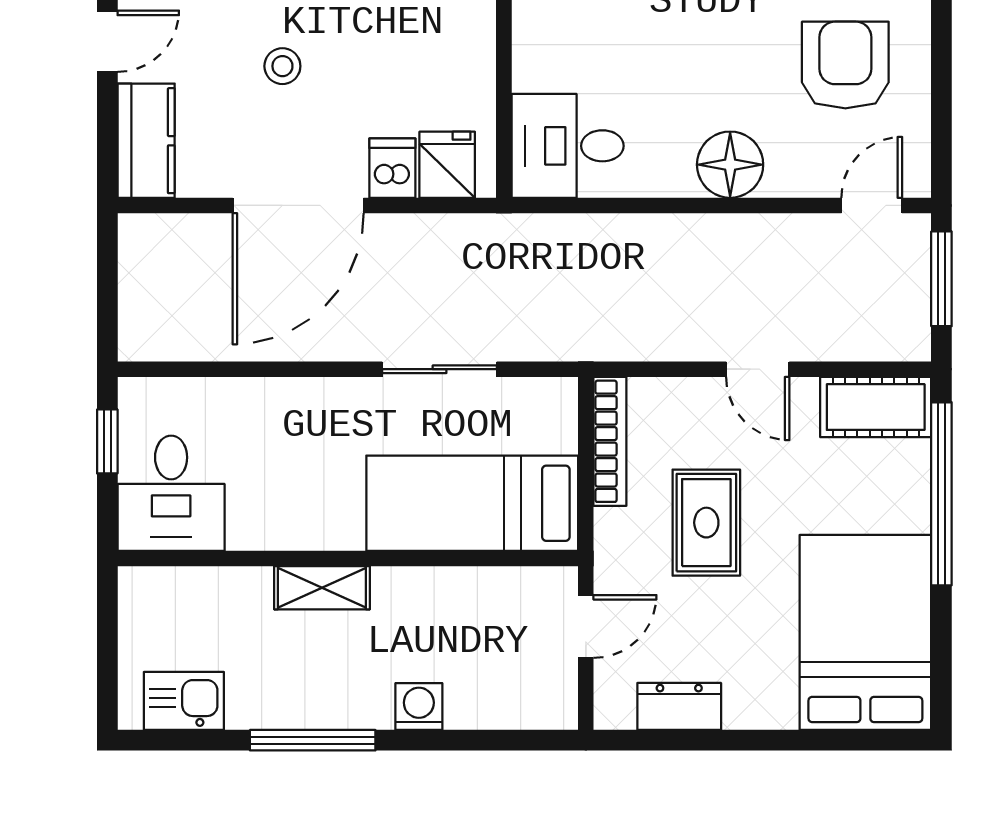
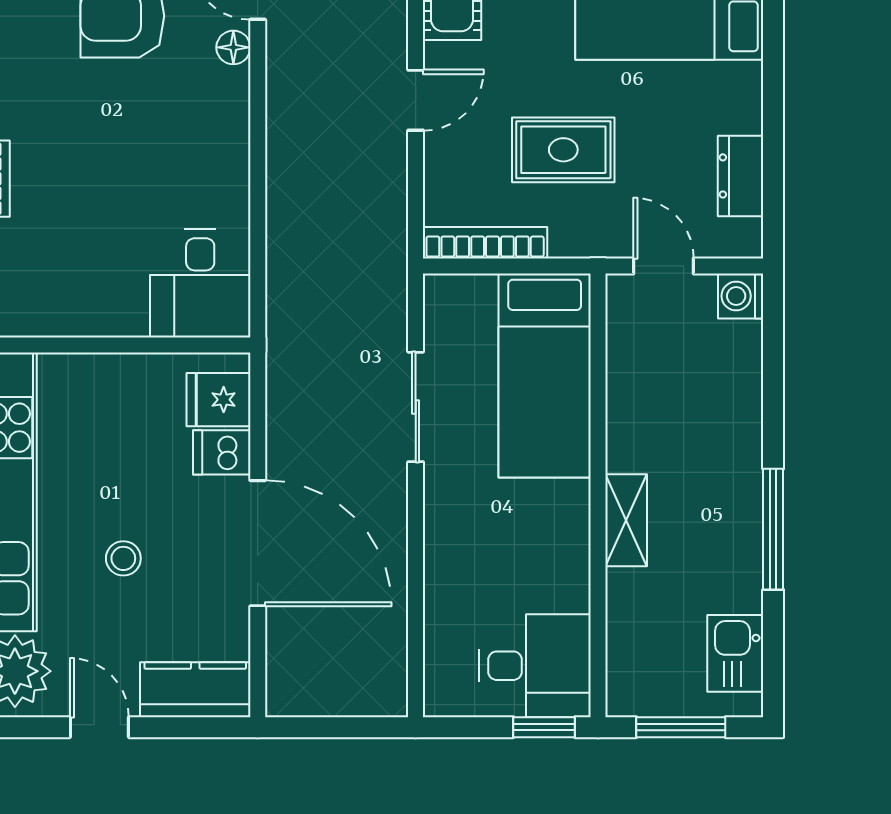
floor lamp: (730, 165) -> (233, 47), moved, width x0.53, depth x0.53
window: (107, 441) -> (544, 727), moved
window: (107, 644) -> (681, 727), added
washing machine: (419, 707) -> (741, 296), moved

